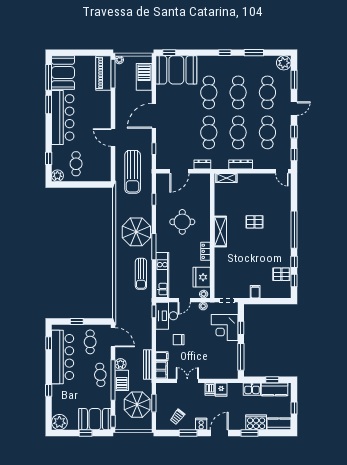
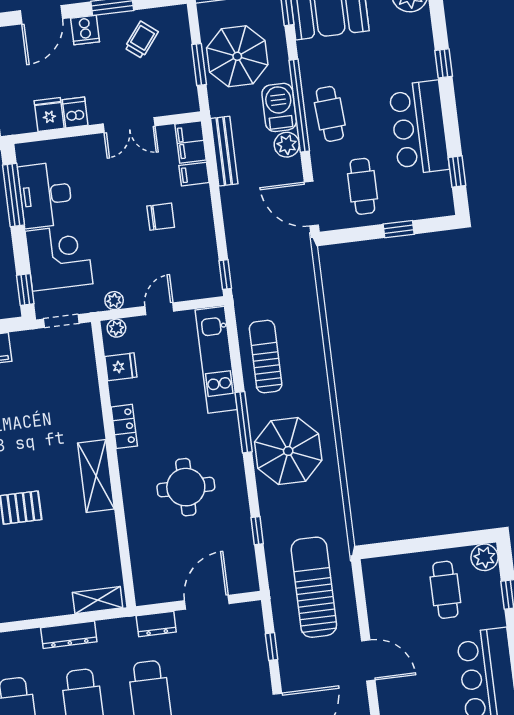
fridge: (202, 277) -> (121, 367), width x0.53, depth x0.75
desk: (167, 316) -> (45, 195), moved, turned 180
window: (241, 328) -> (25, 290), moved
bar counter: (63, 357) -> (419, 128), width x0.73

